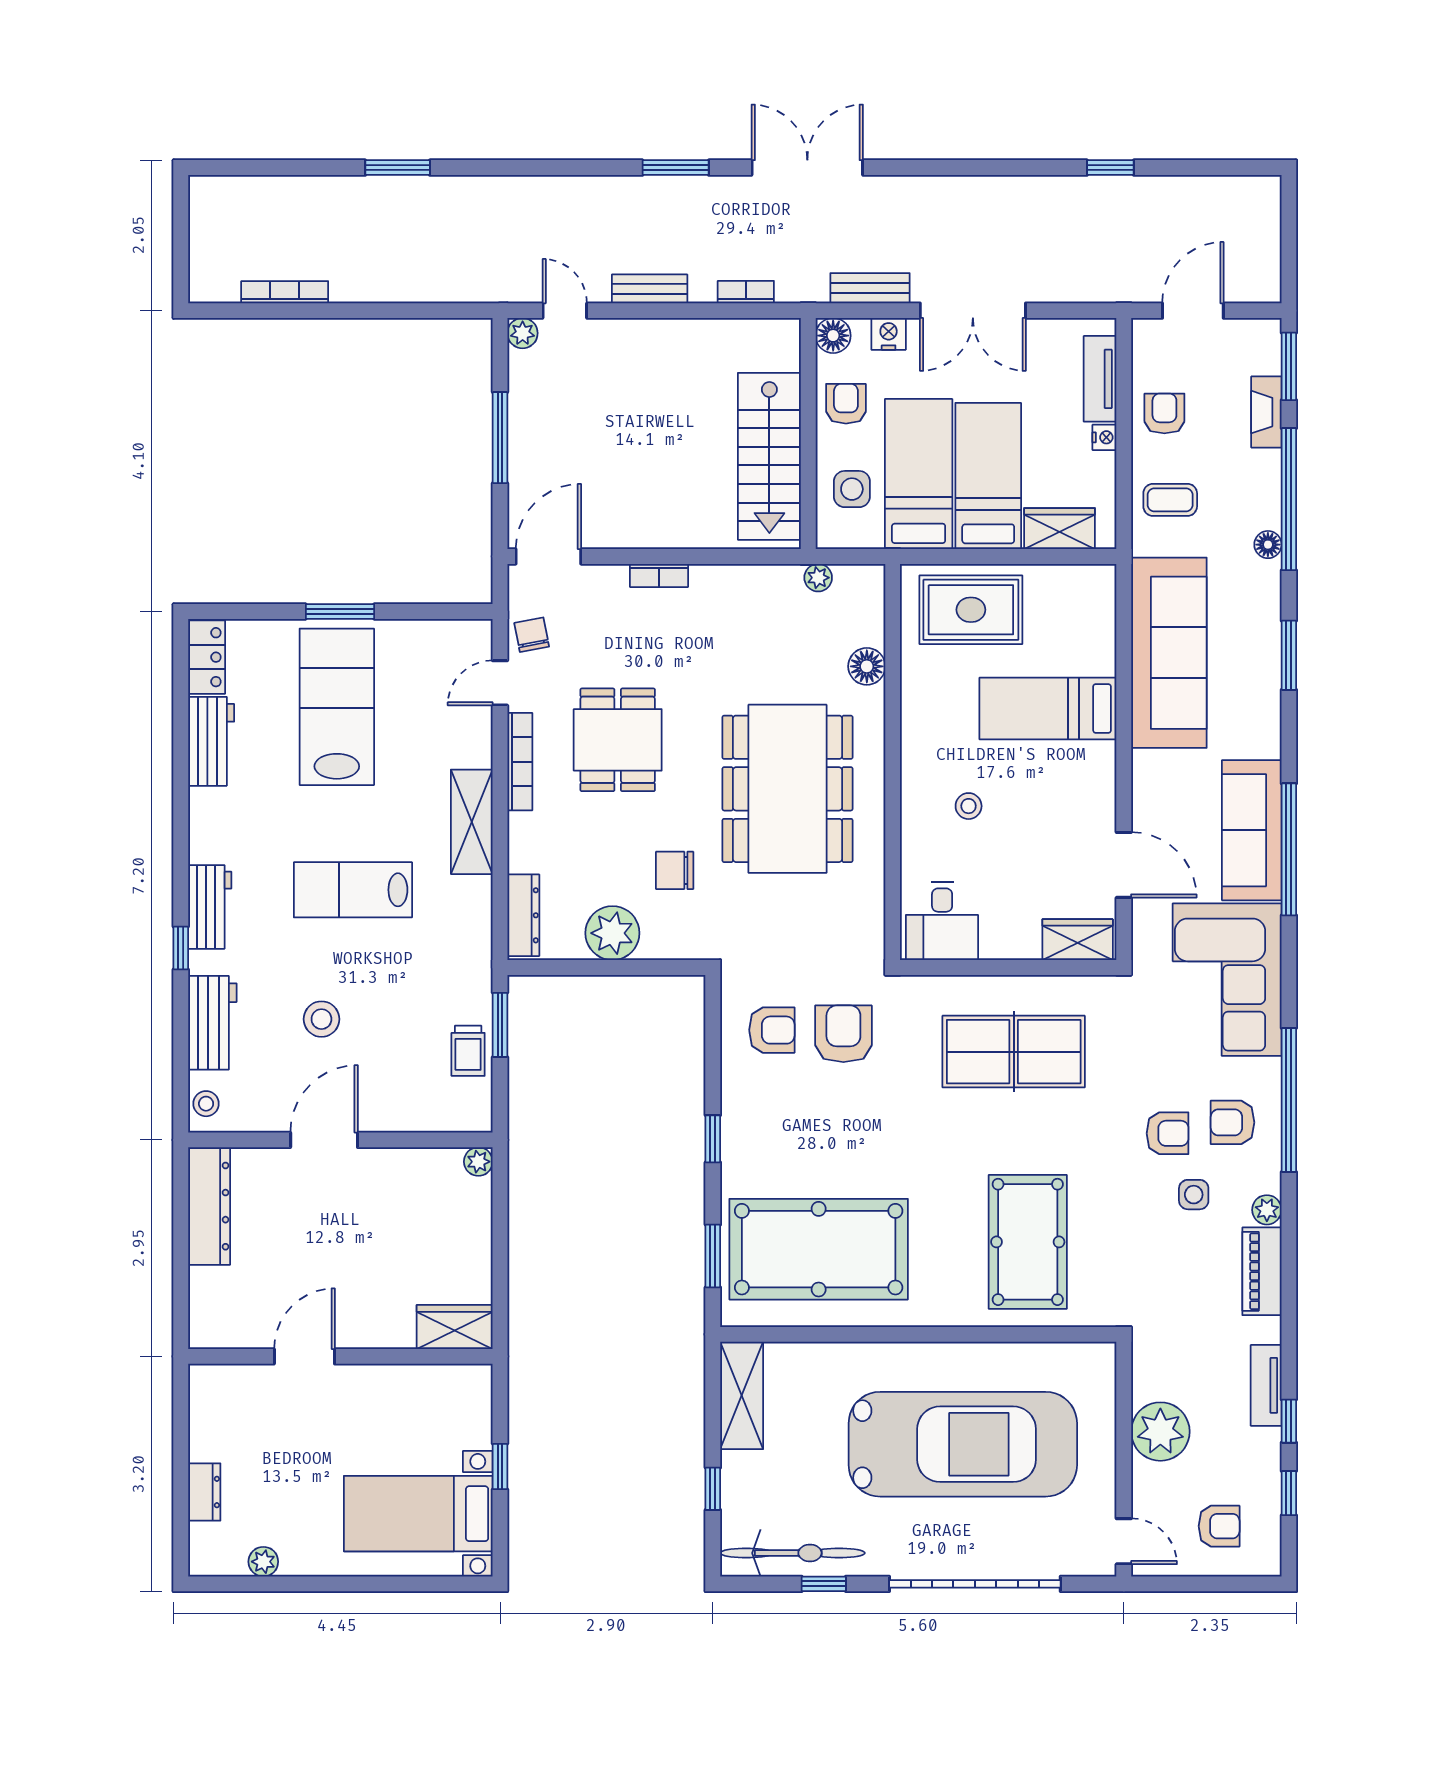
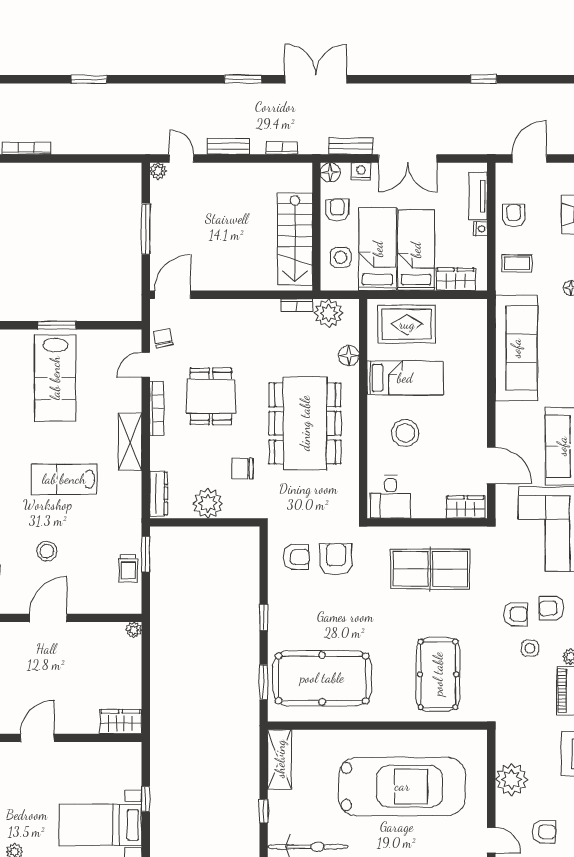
bookcase: (659, 575) -> (297, 305), moved
plant: (818, 578) -> (329, 313), width x1.88, depth x1.88
lab bench: (337, 707) -> (55, 378), turned 180
bed: (1048, 708) -> (405, 378), moved, turned 180
stool: (969, 806) -> (405, 433), width x1.89, depth x1.89

